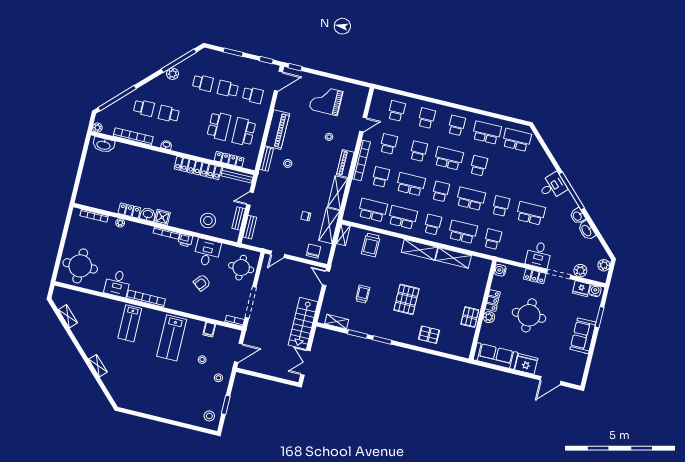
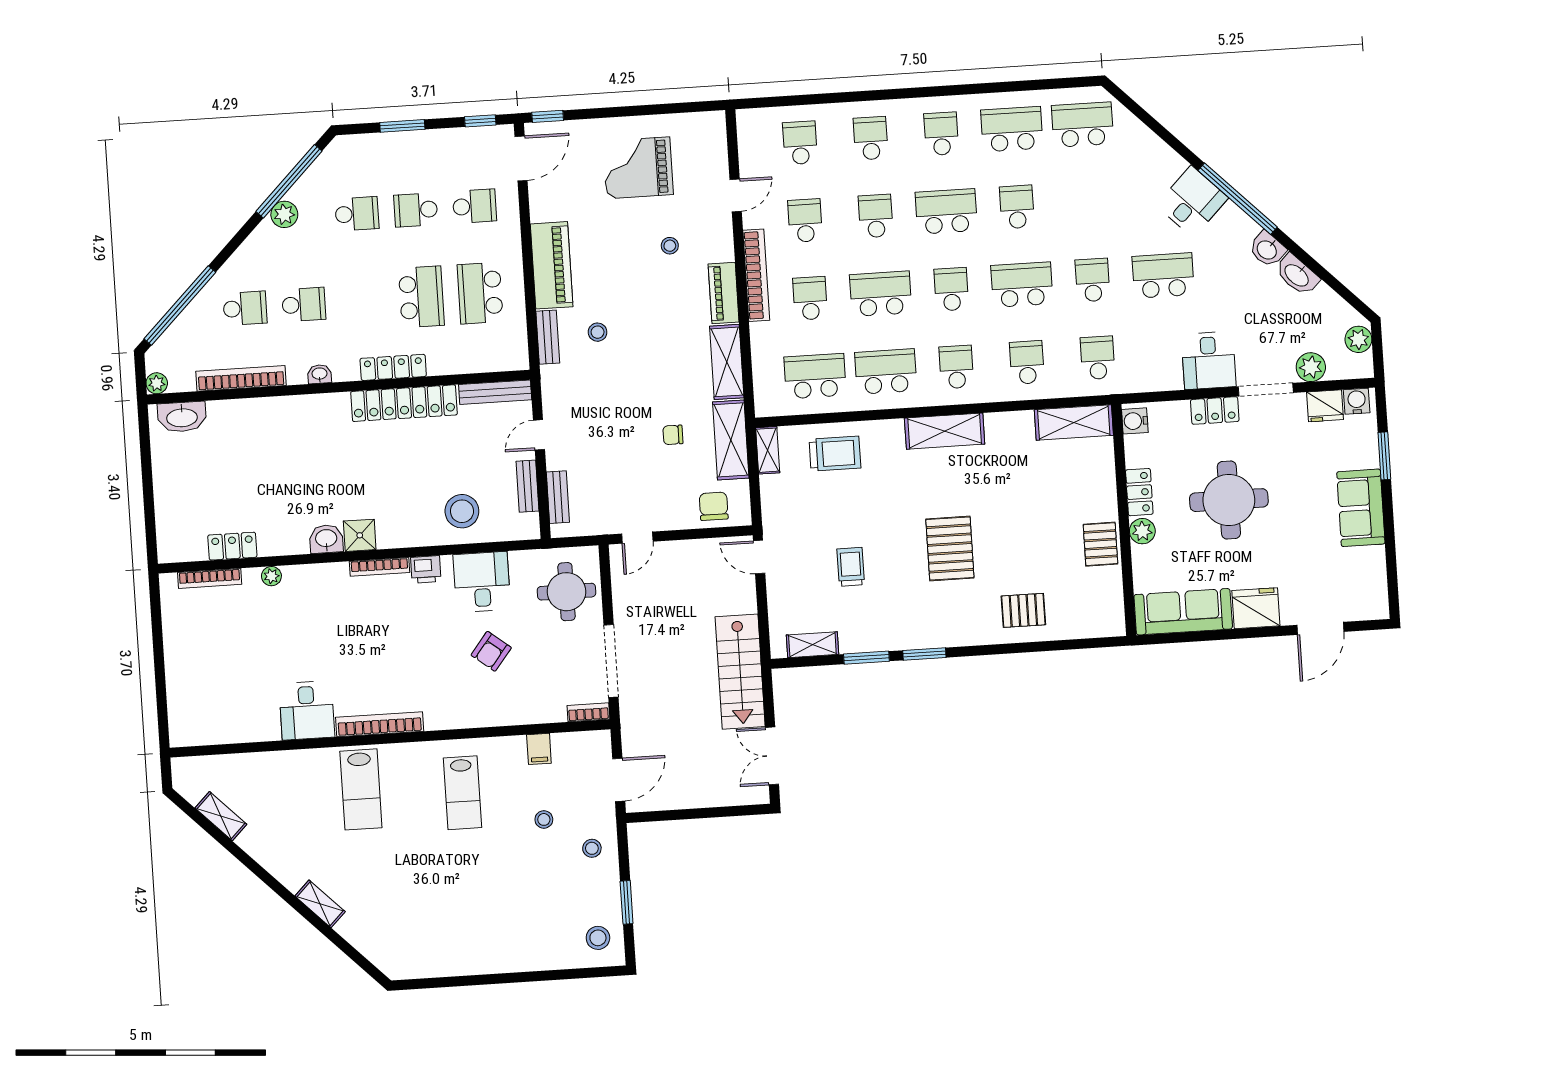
school desk: (169, 114) -> (304, 304), turned 180
locker: (229, 159) -> (393, 367), moved
locker: (129, 210) -> (232, 546), moved
school desk: (463, 232) -> (1027, 362), width x0.54
trolley: (371, 245) -> (835, 454), turned -90
shelving: (453, 258) -> (1074, 422), moved
round table: (80, 266) -> (213, 698), removed
lab bench: (172, 338) -> (462, 793), width x0.73, depth x0.72

